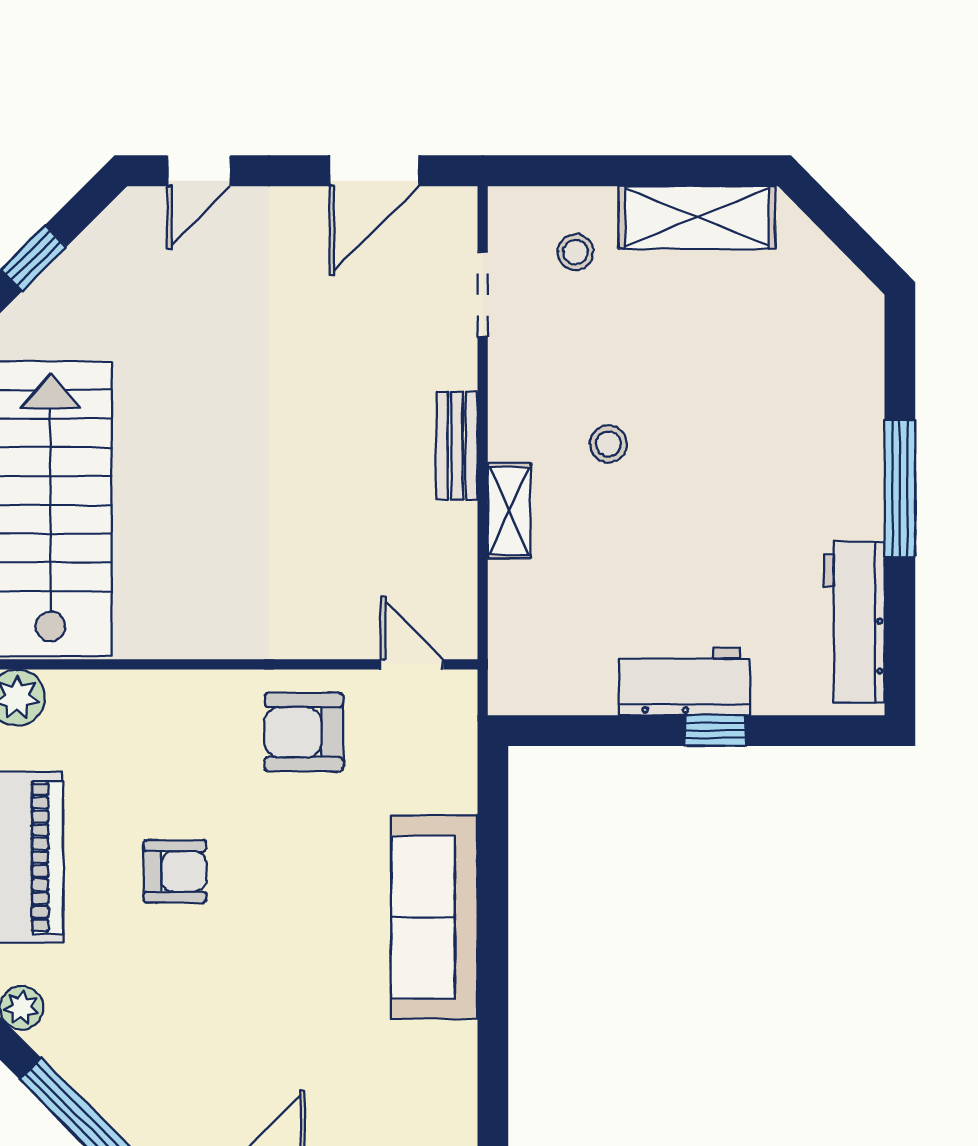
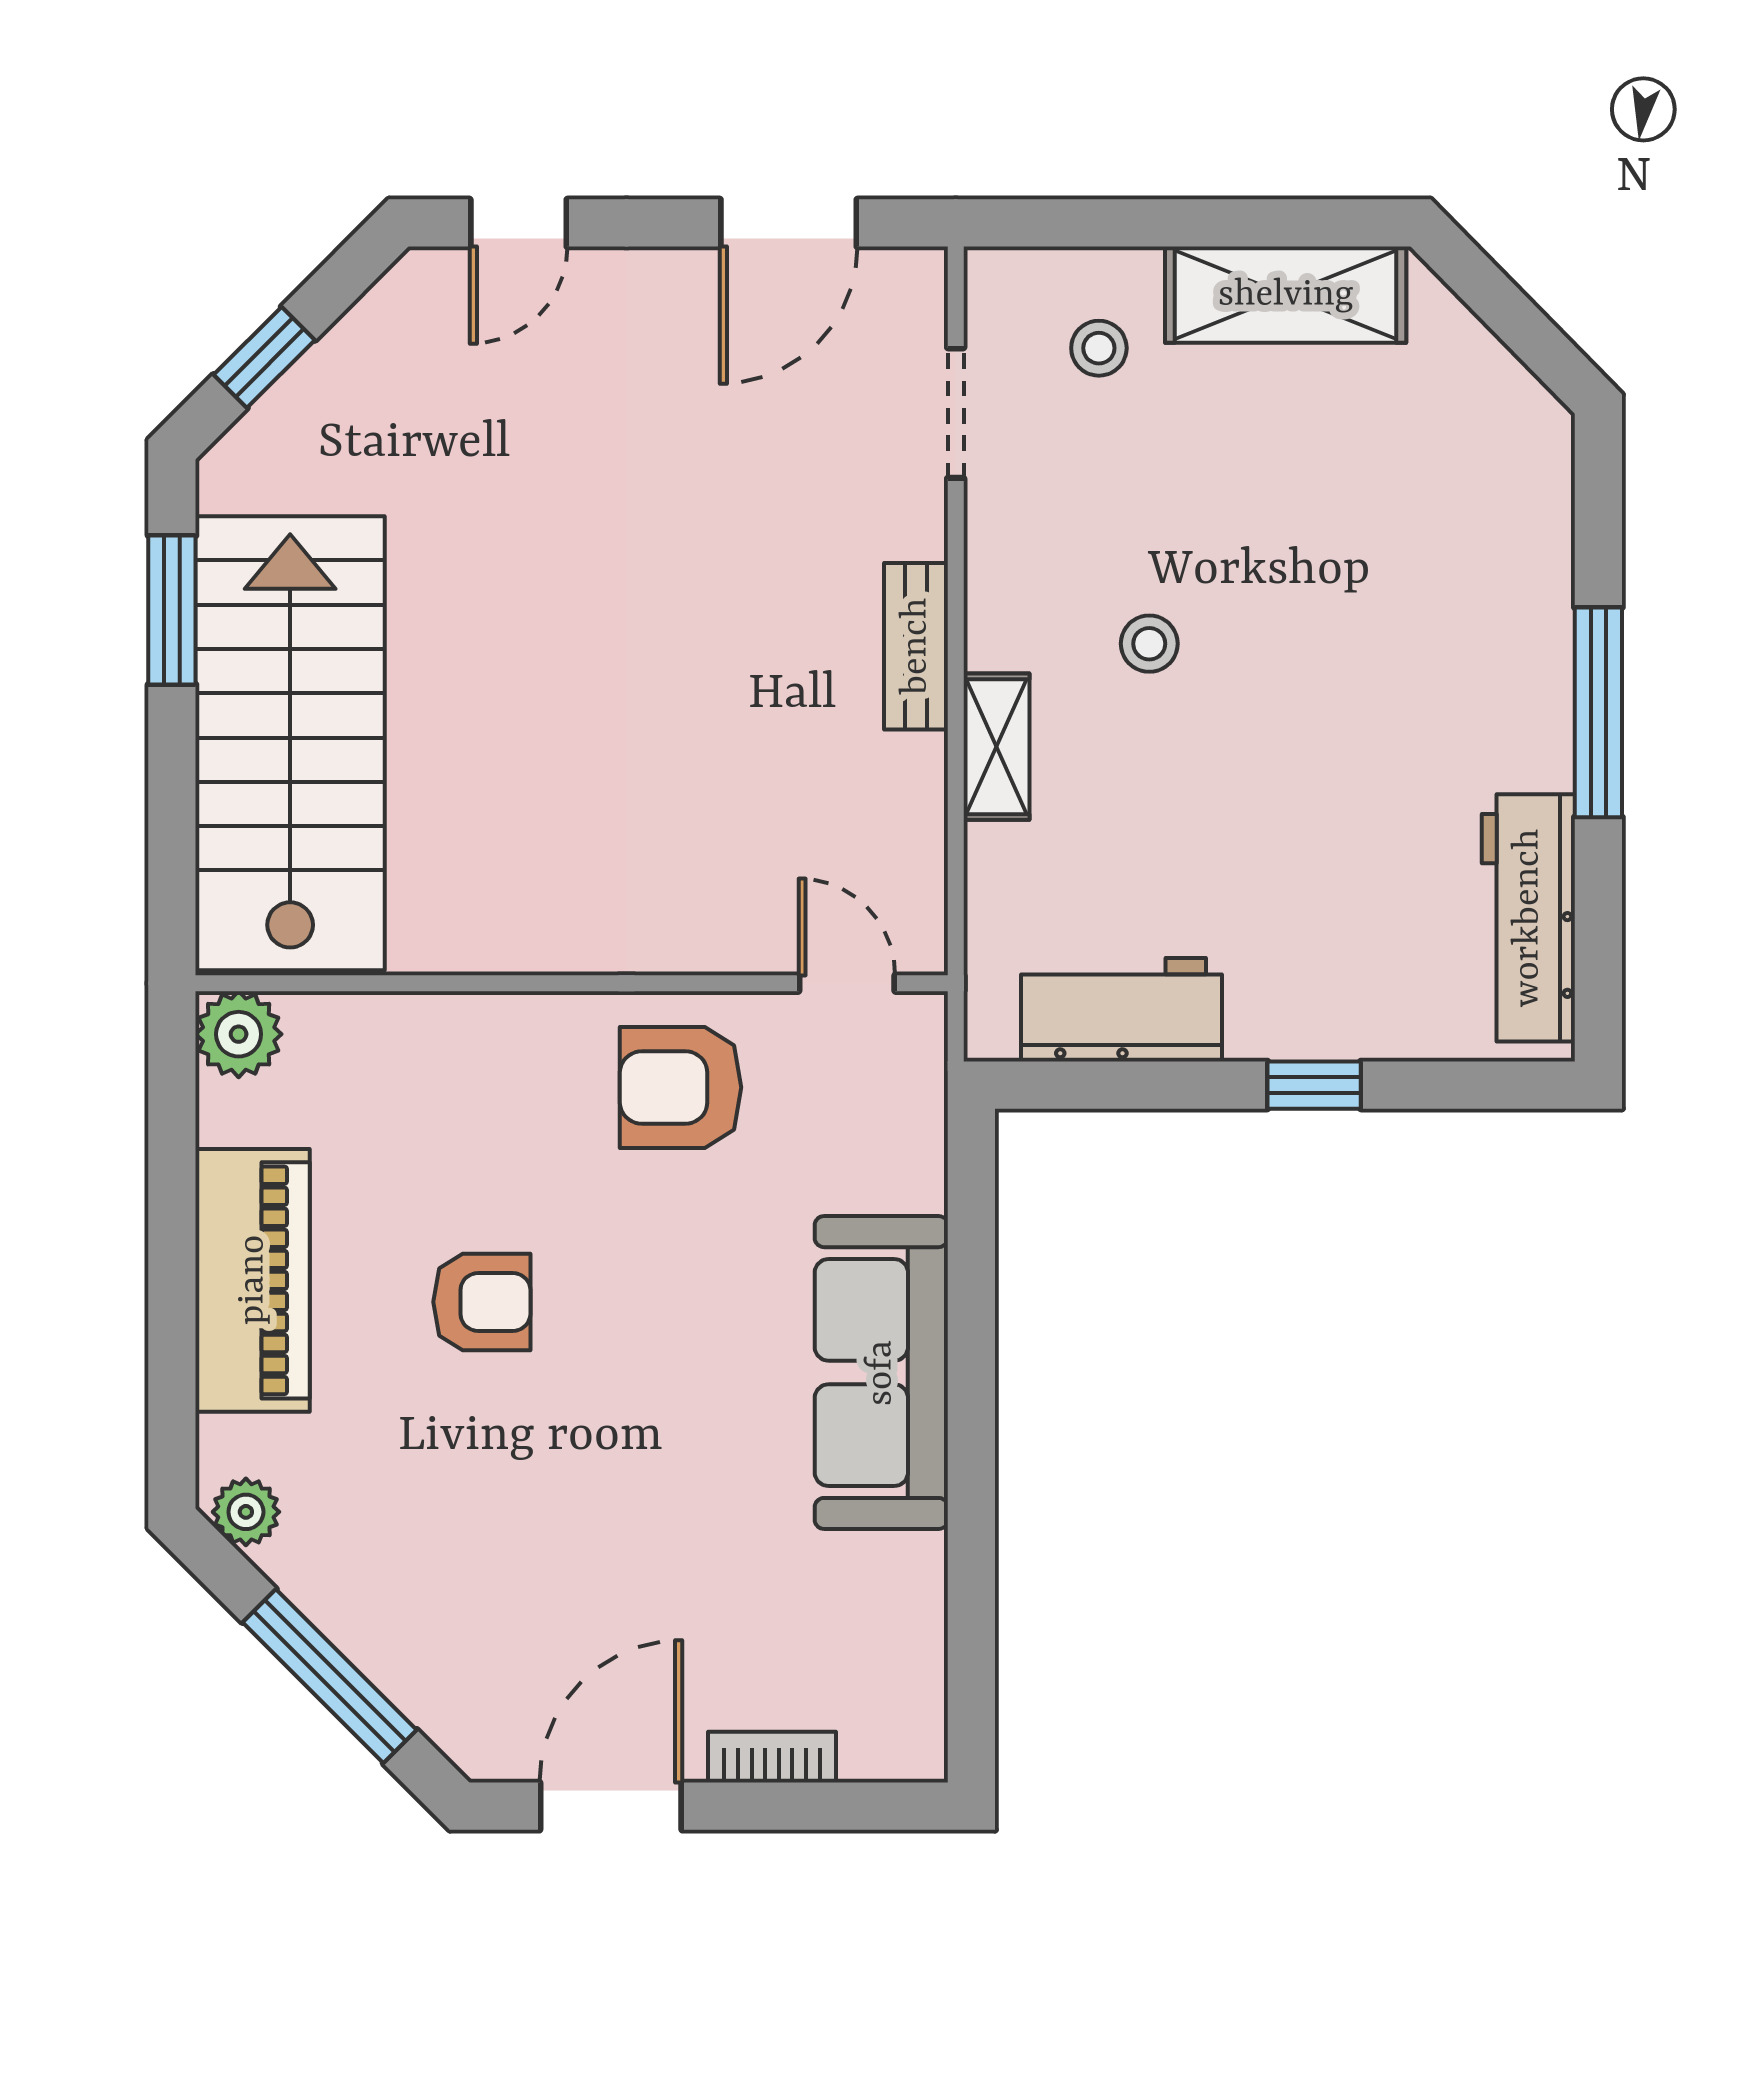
workbench: (685, 682) -> (1121, 1010), moved

